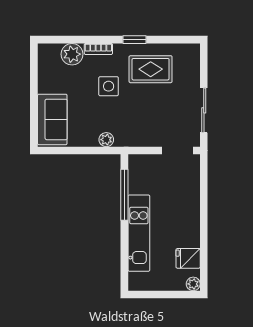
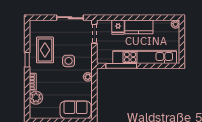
side table: (109, 86) -> (69, 61), moved
kitchen counter: (189, 224) -> (139, 27), added
kitchen unit: (139, 233) -> (145, 57), width x1.36
fridge: (188, 258) -> (118, 27), moved

